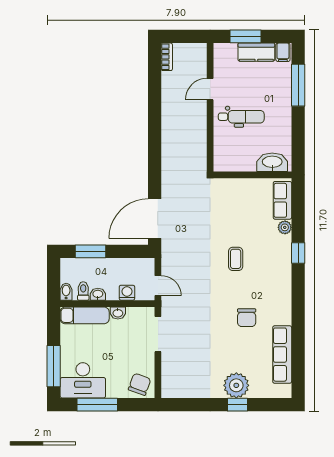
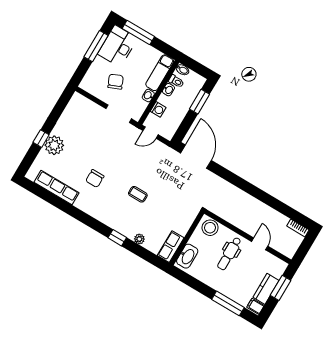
stool: (225, 156) -> (210, 228), added
row of seats: (282, 200) -> (171, 247), moved, turned -90
chair: (247, 318) -> (95, 179), turned -90
chair: (140, 384) -> (116, 82), moved, turned -133

